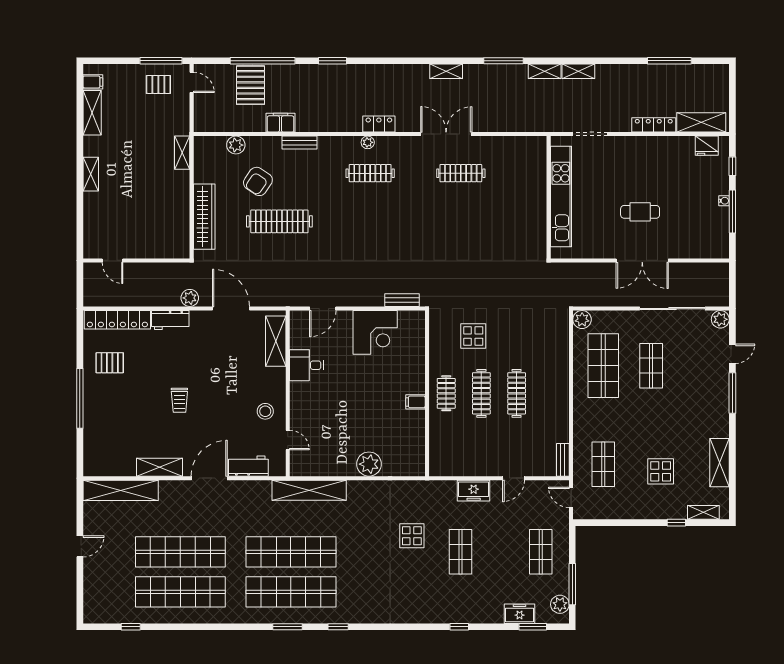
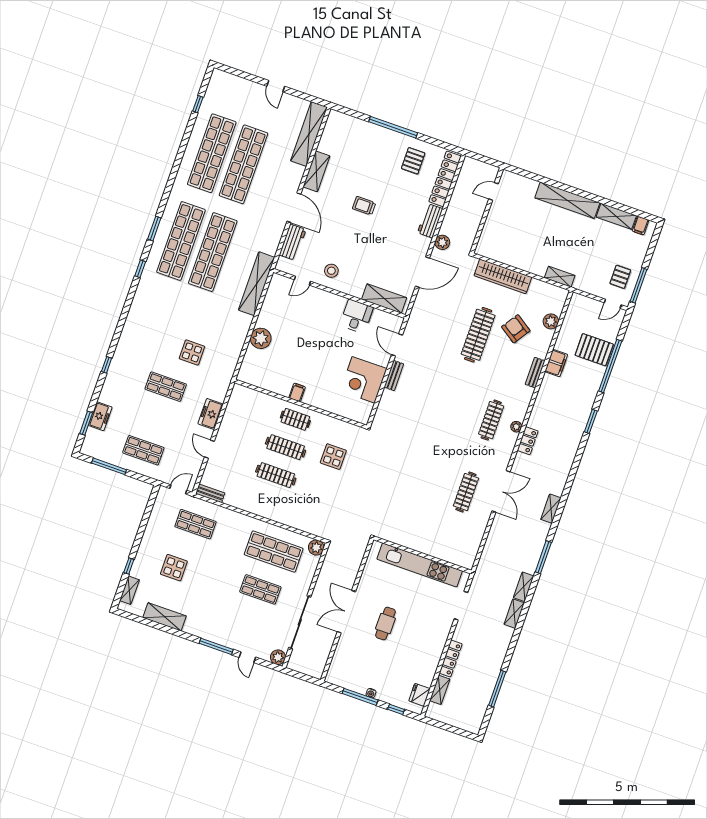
shelving: (701, 122) -> (440, 690), width x0.67, depth x0.75
shelving: (91, 174) -> (567, 200), width x2.20, depth x1.33
bench: (402, 300) -> (394, 375), moved
plant: (560, 604) -> (96, 451), removed

